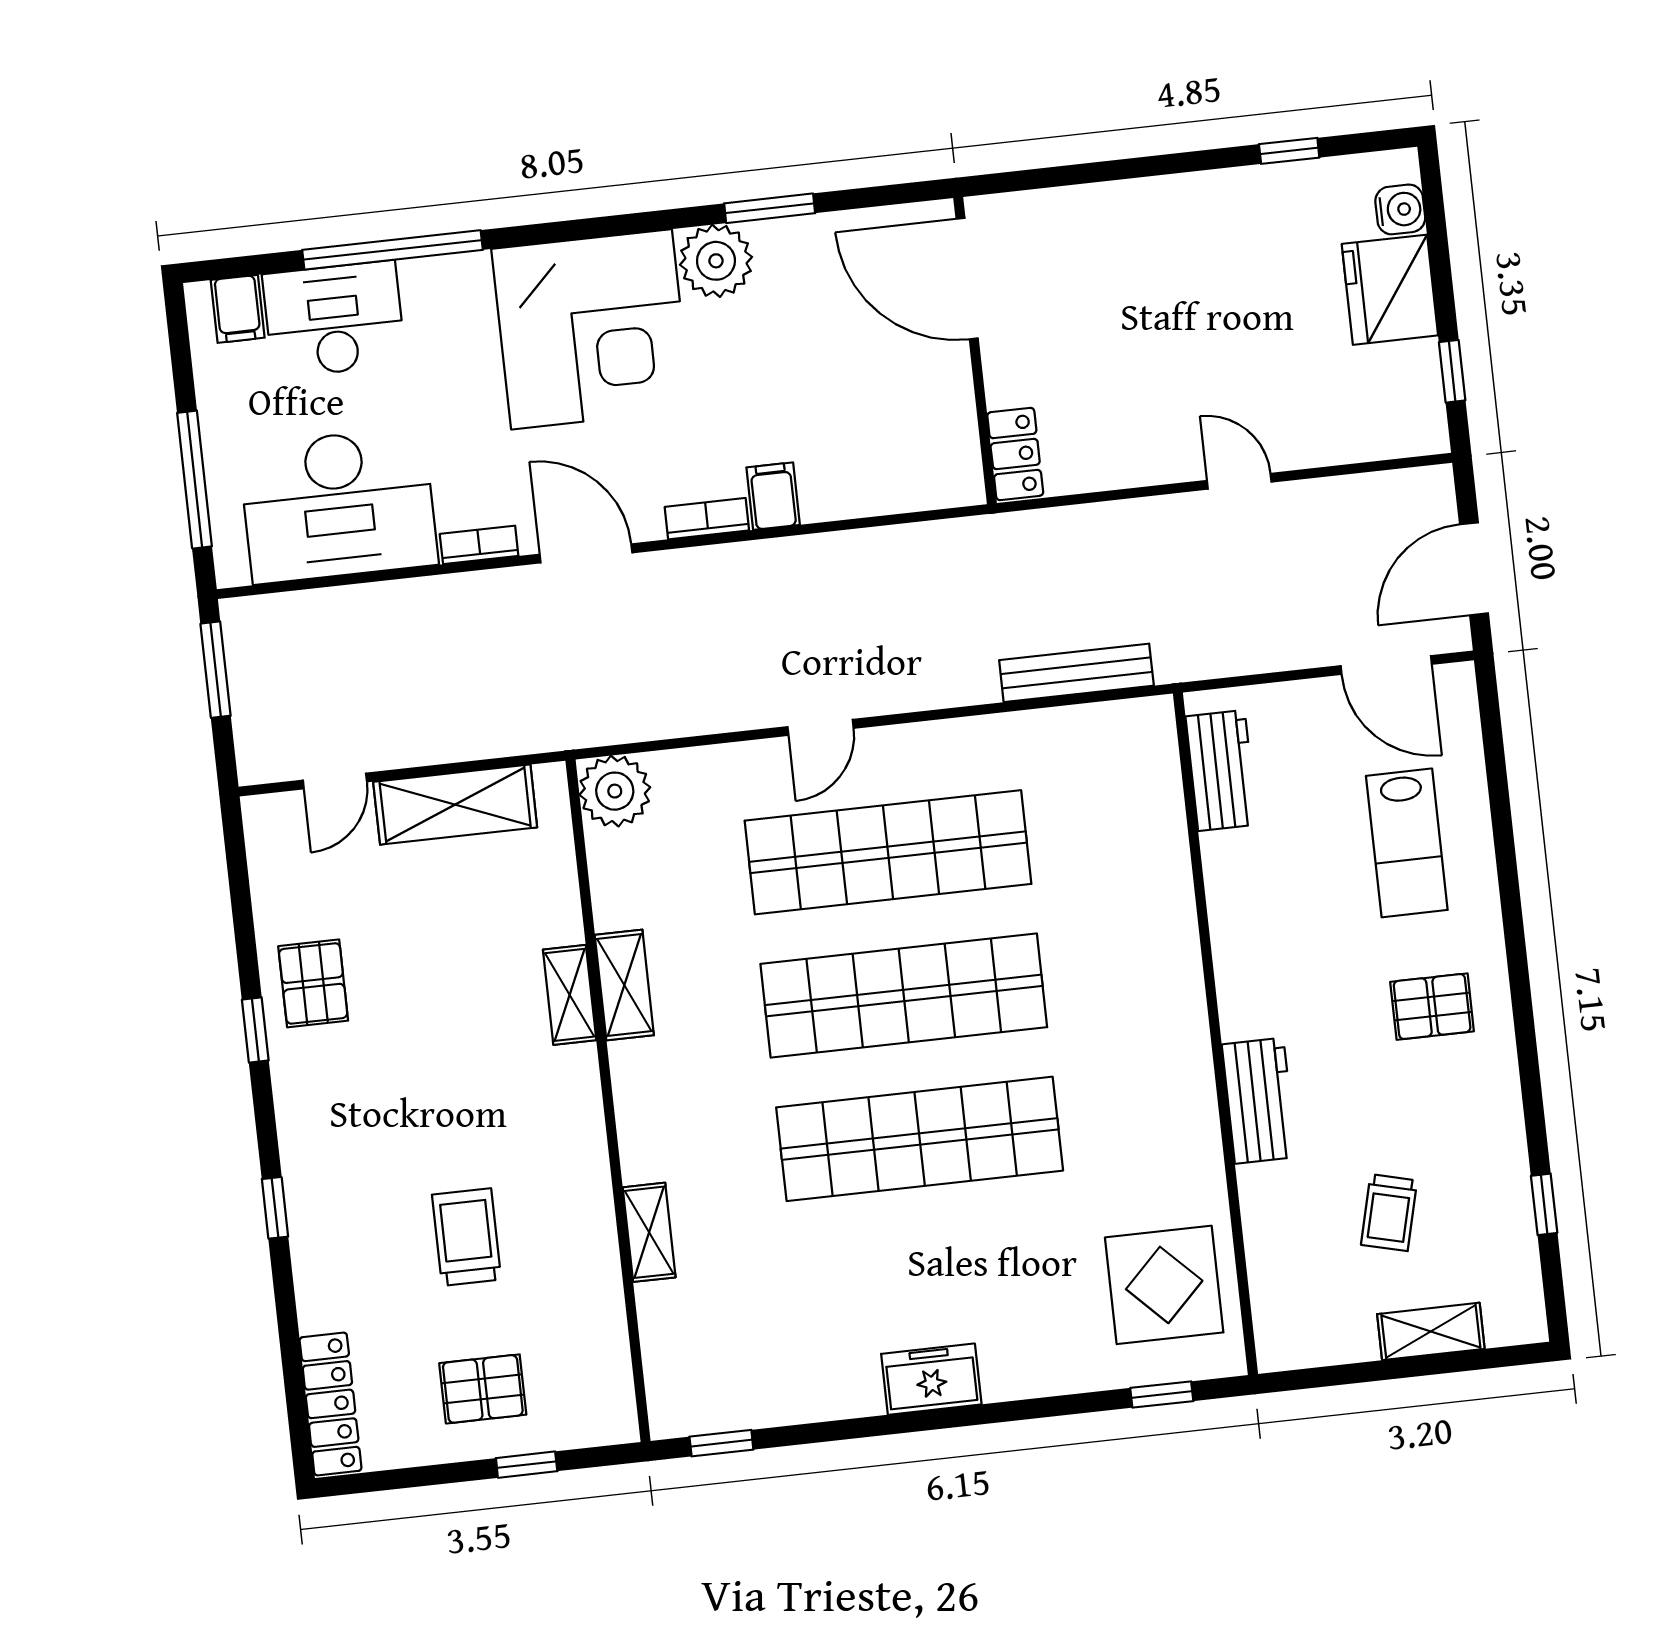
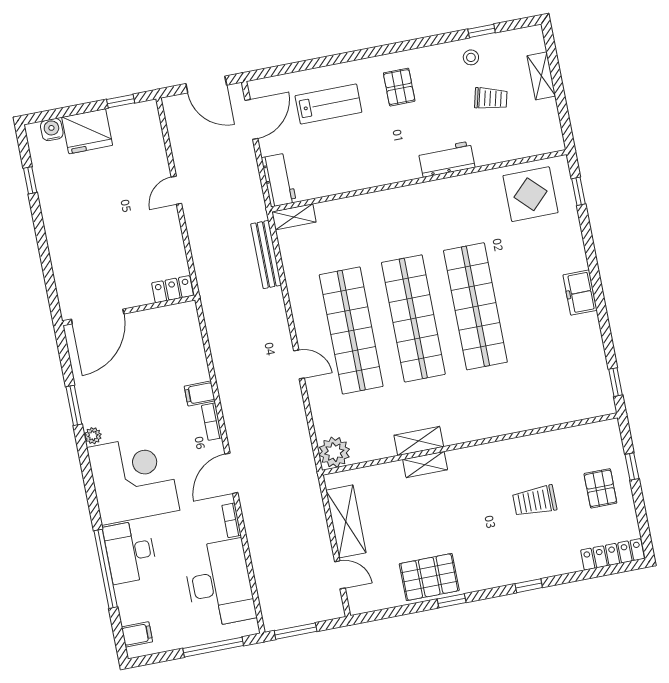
plant: (716, 261) -> (93, 436), width x0.53, depth x0.53
desk: (334, 319) -> (130, 552), moved
workbench: (1221, 770) -> (279, 180), moved, turned 90
pallet: (313, 983) -> (429, 577), width x1.50, depth x1.42
stool: (1486, 1175) -> (471, 57), added
shelving: (649, 1232) -> (294, 217), moved

